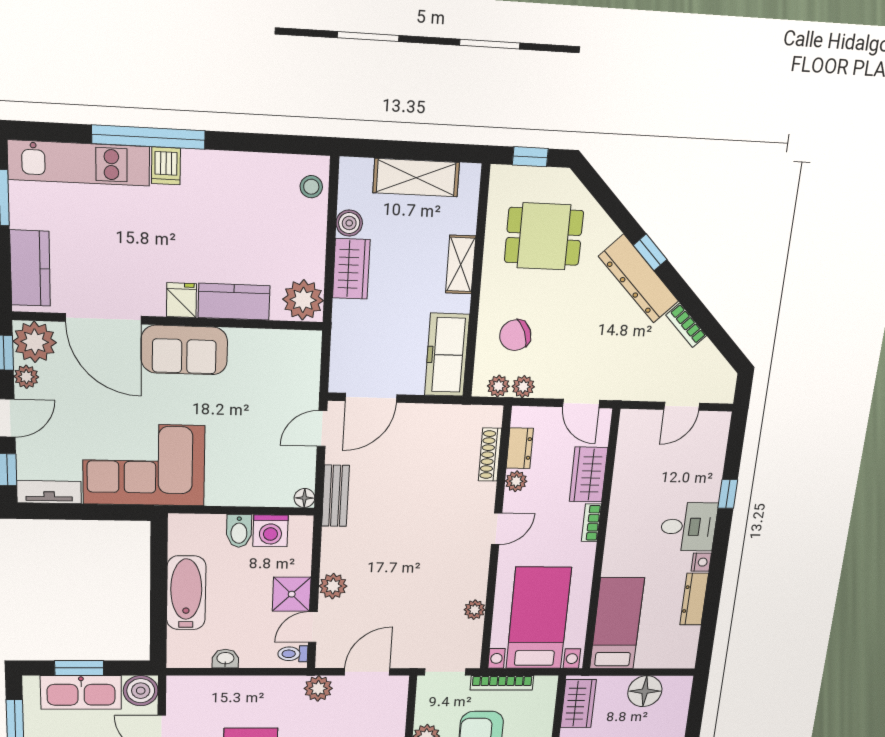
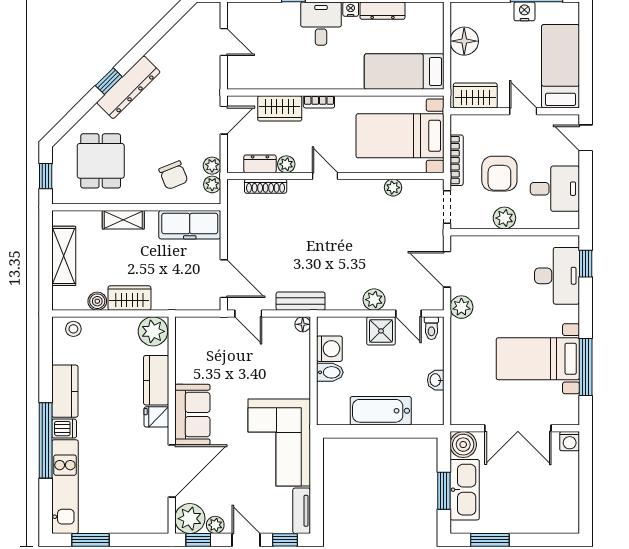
kitchen counter: (30, 268) -> (65, 391), moved, turned 90
bookcase: (686, 325) -> (162, 47), removed

